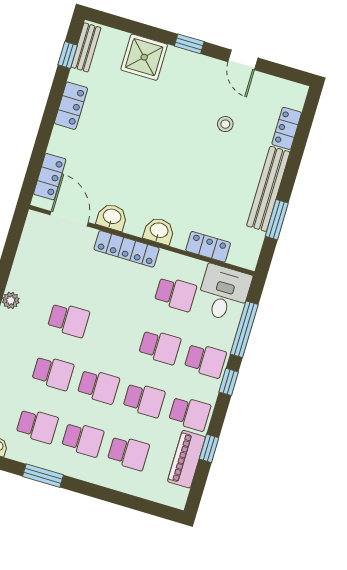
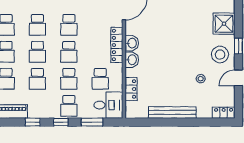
stool: (194, 79) -> (220, 55), added
locker: (287, 128) -> (224, 113), moved
washbasin: (112, 217) -> (132, 43), moved
window: (277, 220) -> (157, 122), removed
window: (244, 329) -> (92, 122), width x0.69
school desk: (190, 413) -> (69, 52), moved
window: (209, 448) -> (33, 122), moved

